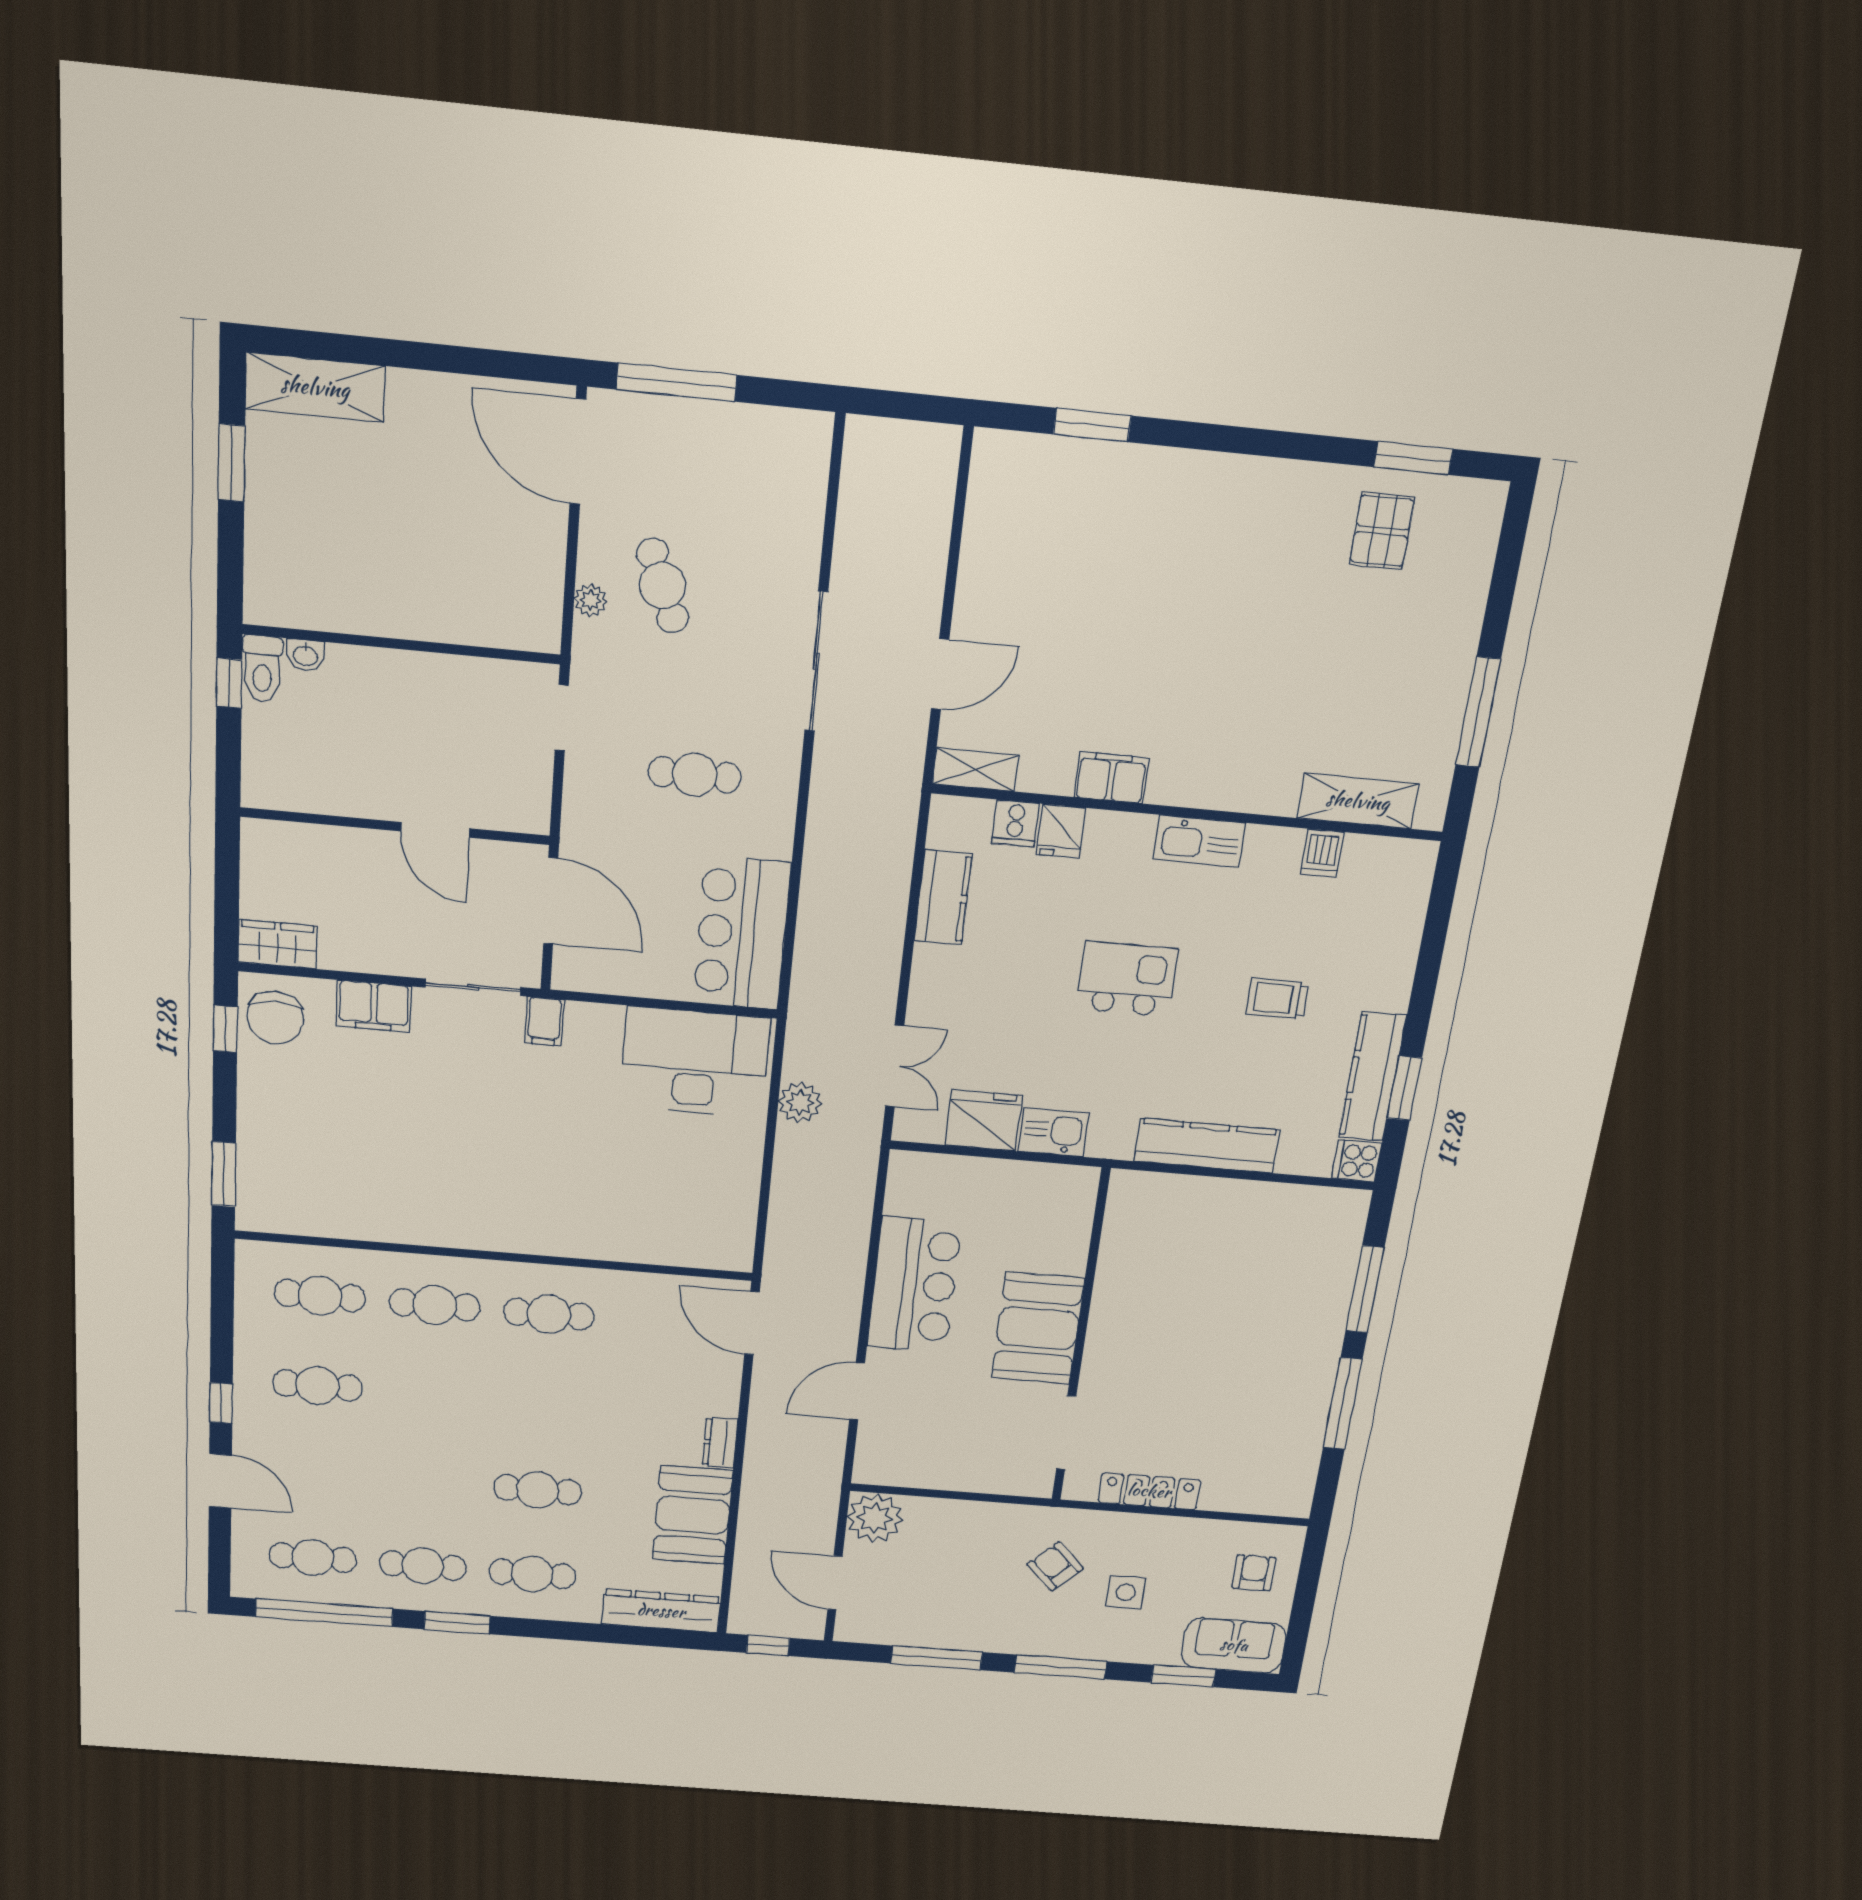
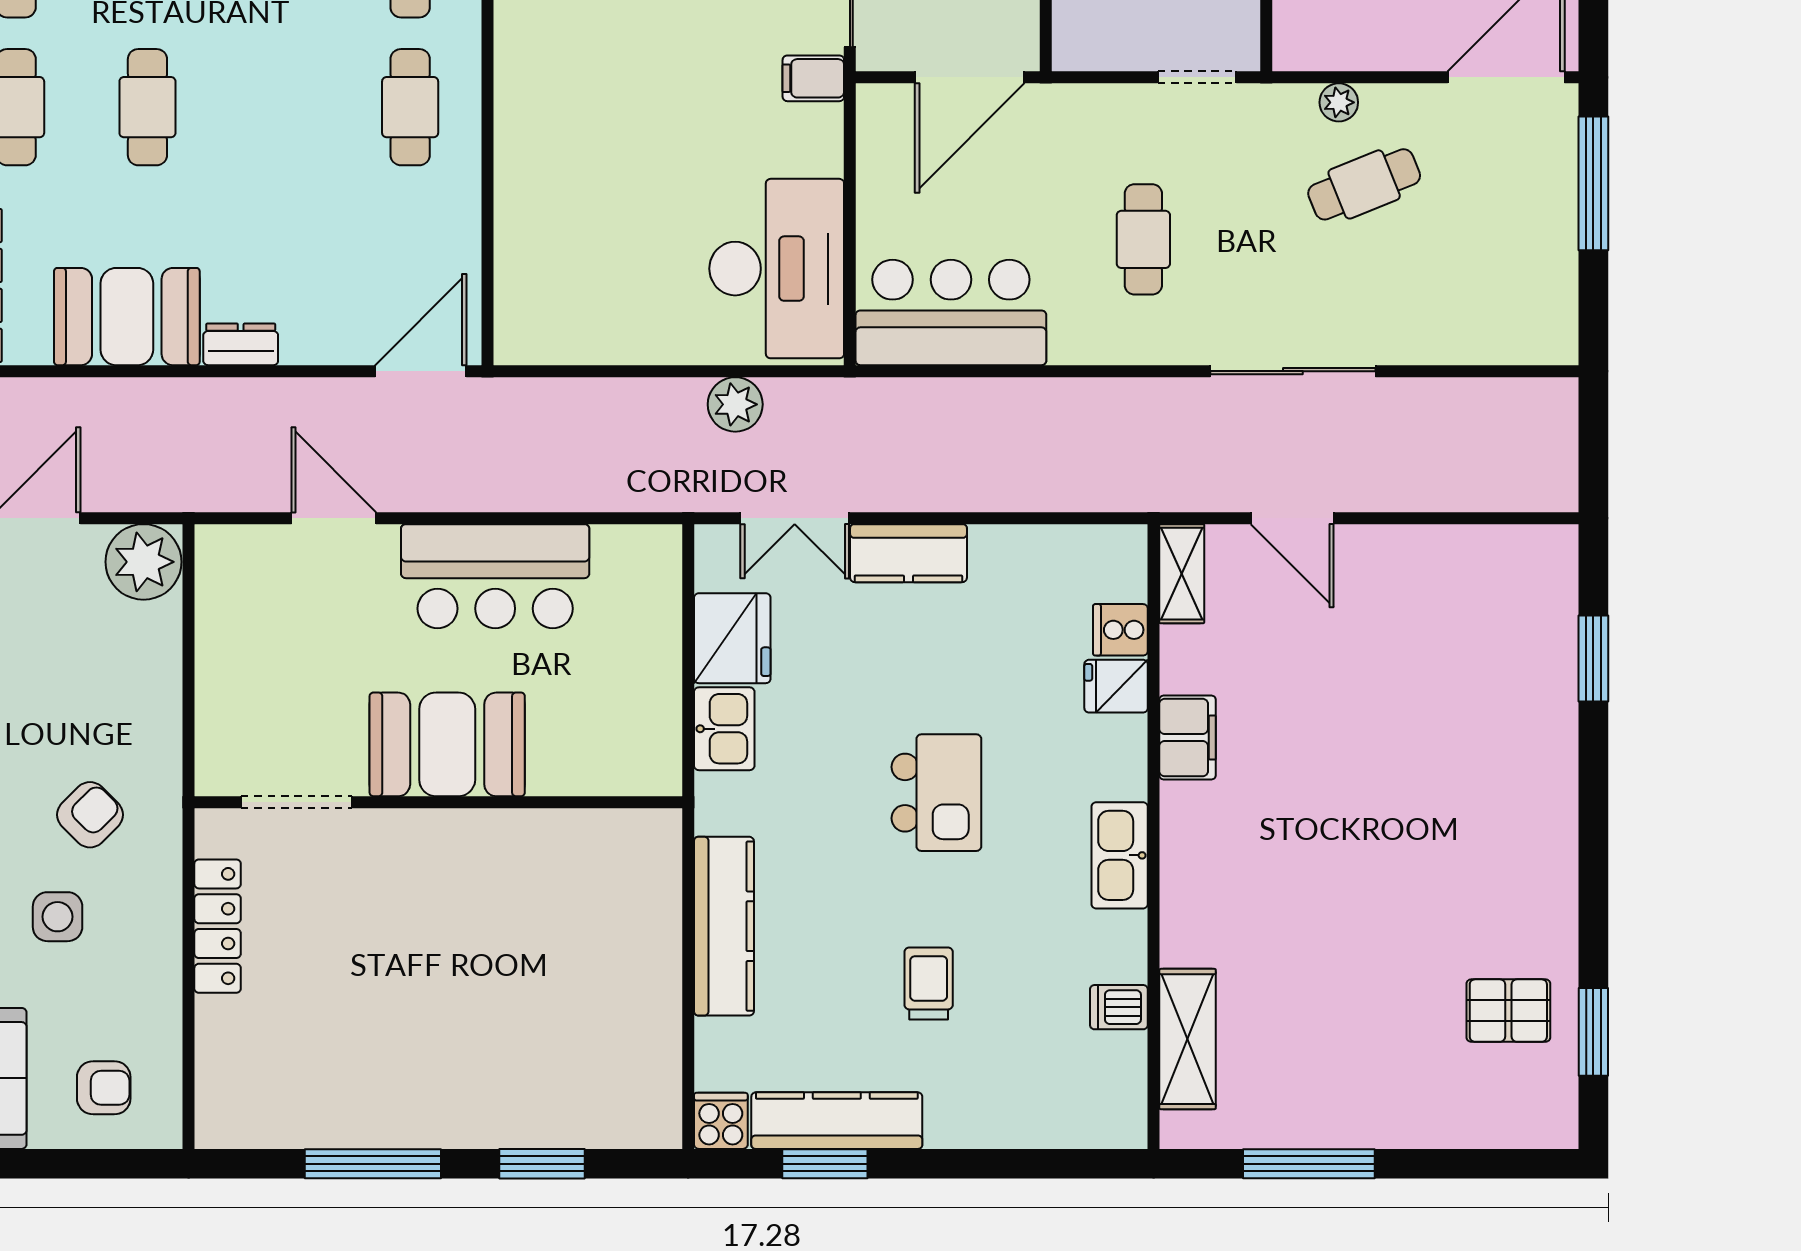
kitchen counter: (943, 897) -> (908, 553), moved
window: (1365, 1289) -> (542, 1164), width x0.69

